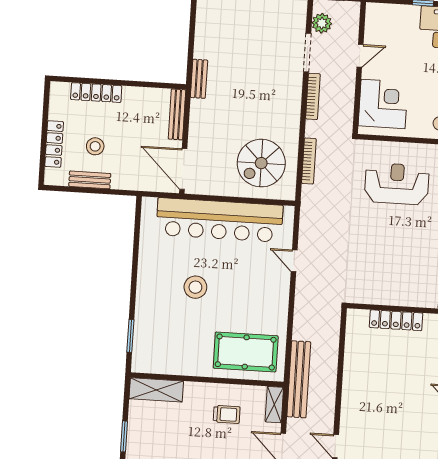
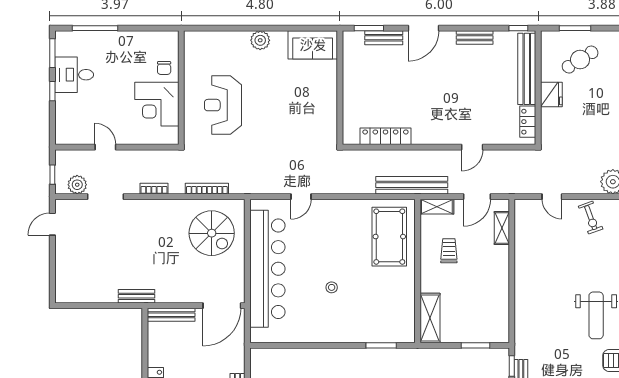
bookcase: (313, 96) -> (154, 189), width x0.64
corner desk: (383, 104) -> (157, 104), moved, turned -90
stool: (195, 287) -> (332, 287), width x0.53, depth x0.53
locker: (396, 320) -> (385, 136), moved, turned -90

